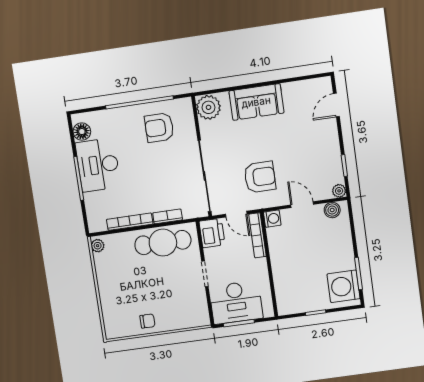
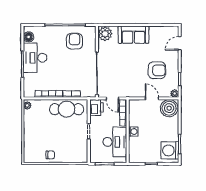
armchair: (159, 128) -> (74, 41), turned 90
armchair: (260, 177) -> (157, 70), moved
boiler: (332, 210) -> (169, 108), width x1.86, depth x1.86
washing machine: (272, 219) -> (133, 132), moved
desk: (236, 302) -> (115, 142), moved, turned -90

